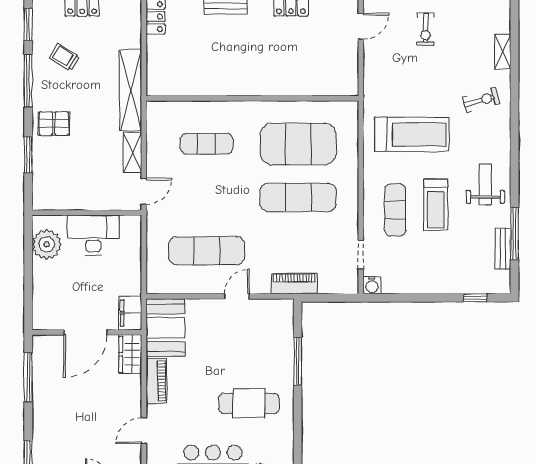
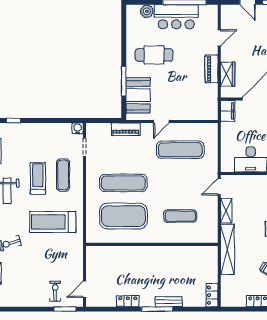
exercise bike: (426, 29) -> (55, 291), moved
booth: (166, 328) -> (138, 95), moved
wardrobe: (130, 354) -> (228, 74), moved

